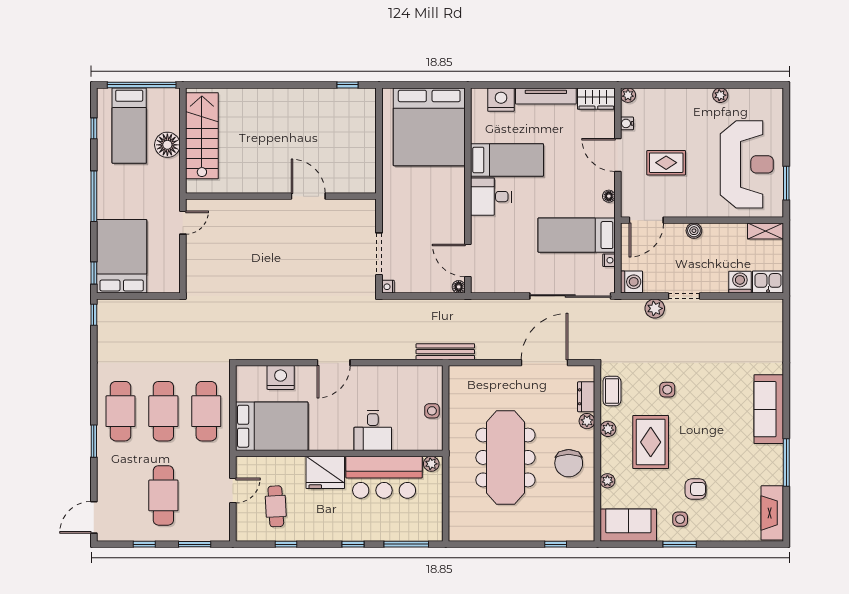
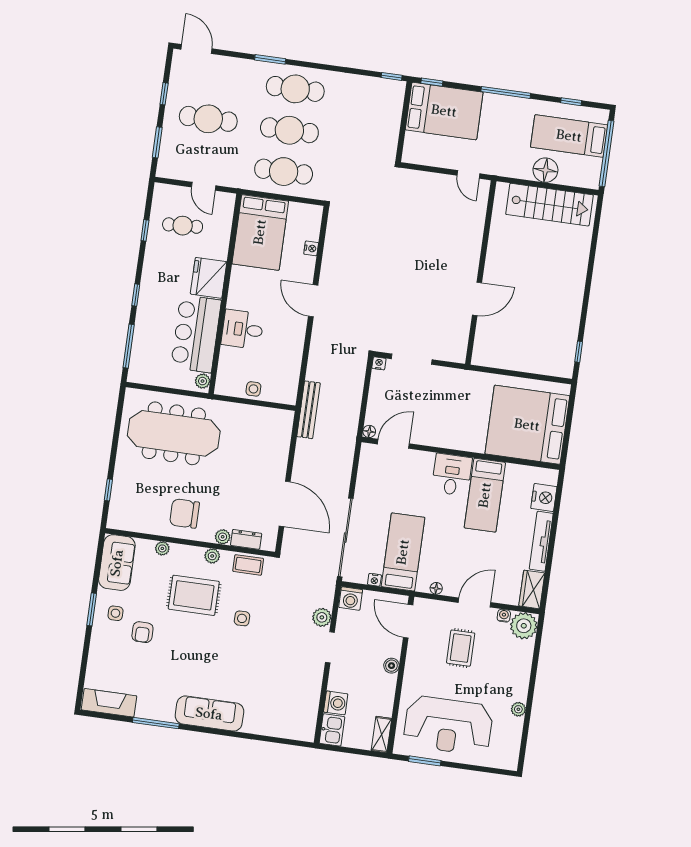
plant: (628, 95) -> (524, 626), width x1.88, depth x1.88
nightstand: (281, 377) -> (311, 248), width x0.53, depth x0.56
meeting table: (505, 457) -> (174, 433), moved

